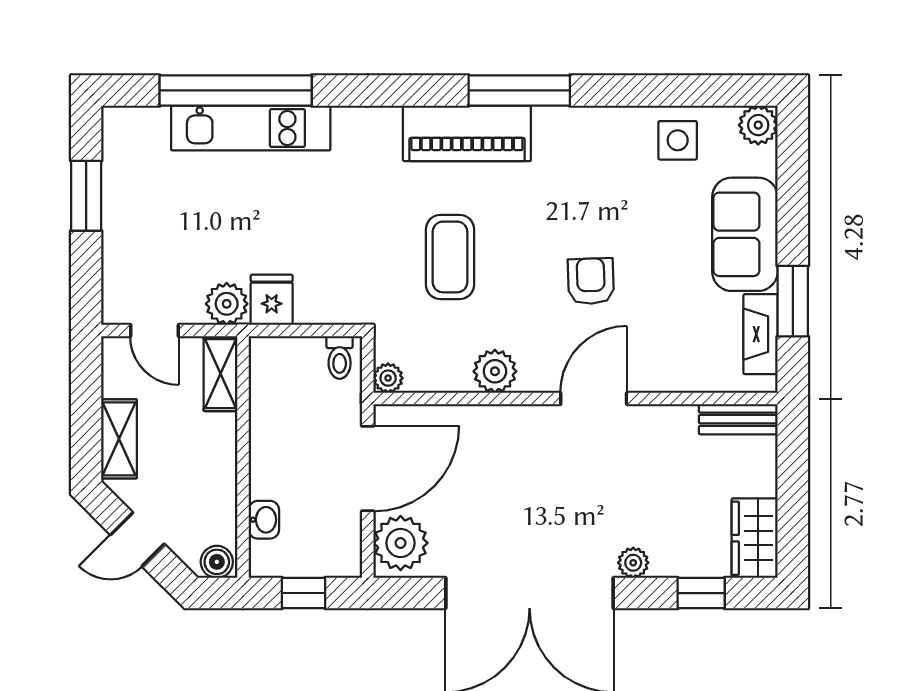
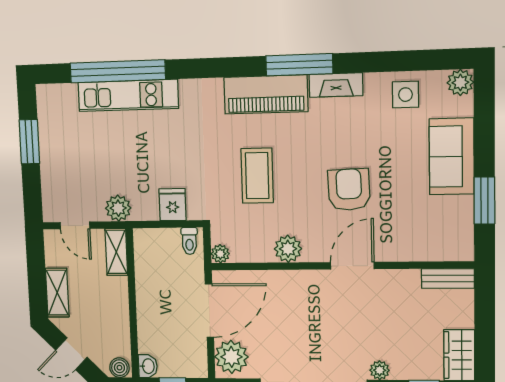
armchair: (591, 281) -> (349, 190), width x1.38, depth x1.38
fridge: (272, 300) -> (173, 205), moved
fireplace: (761, 334) -> (336, 85), moved, turned -90
washbasin: (264, 520) -> (148, 366), moved

